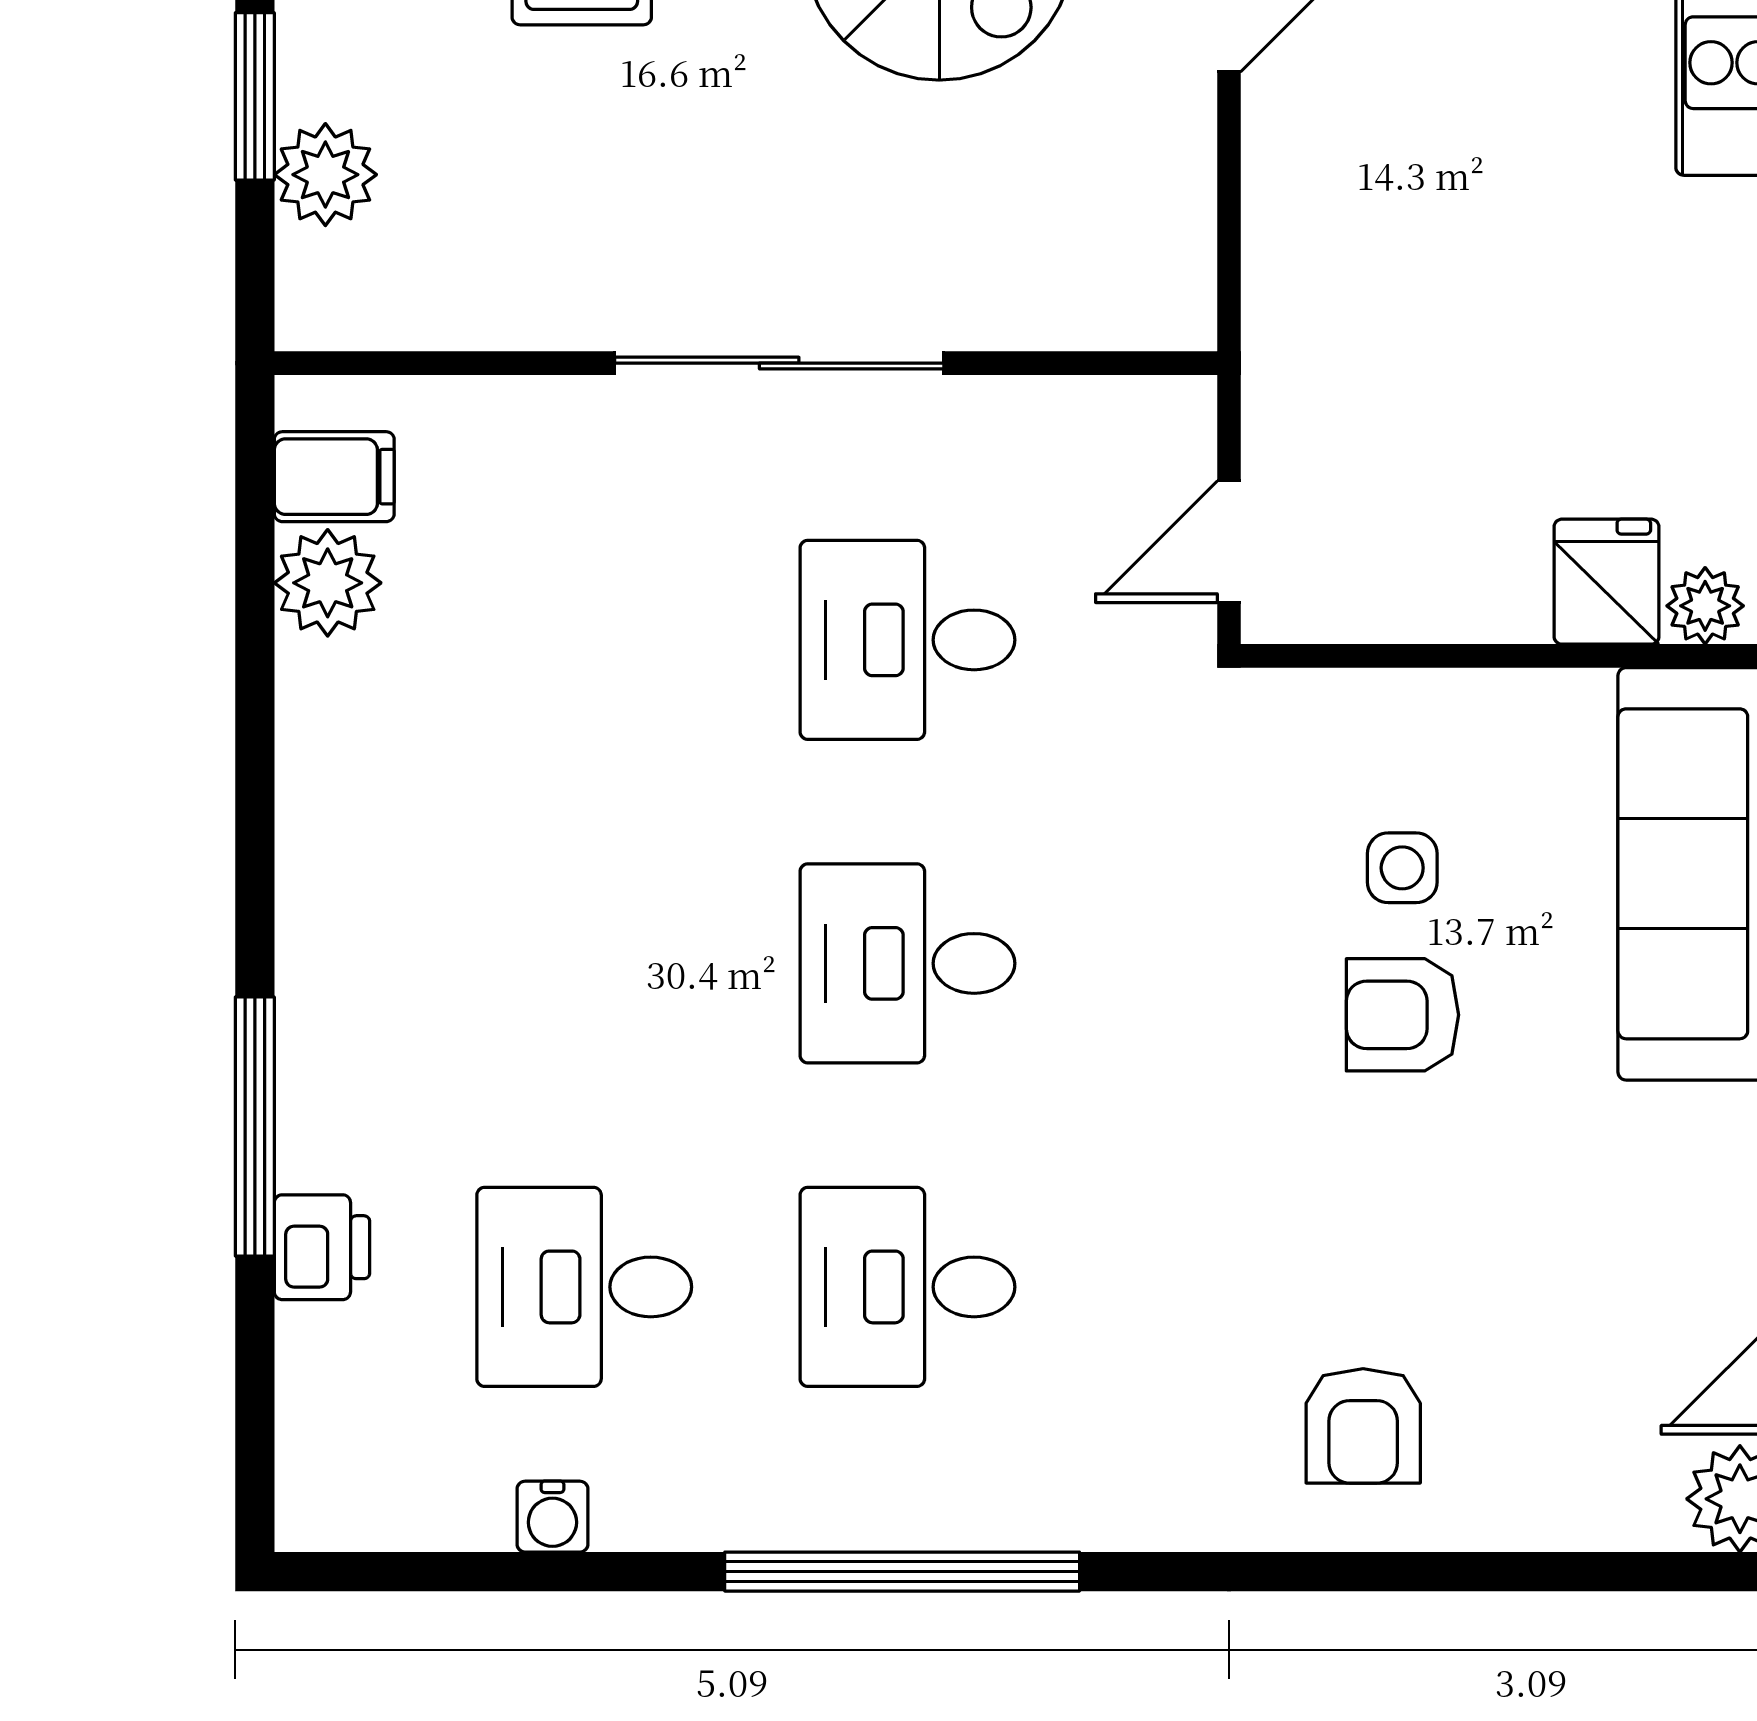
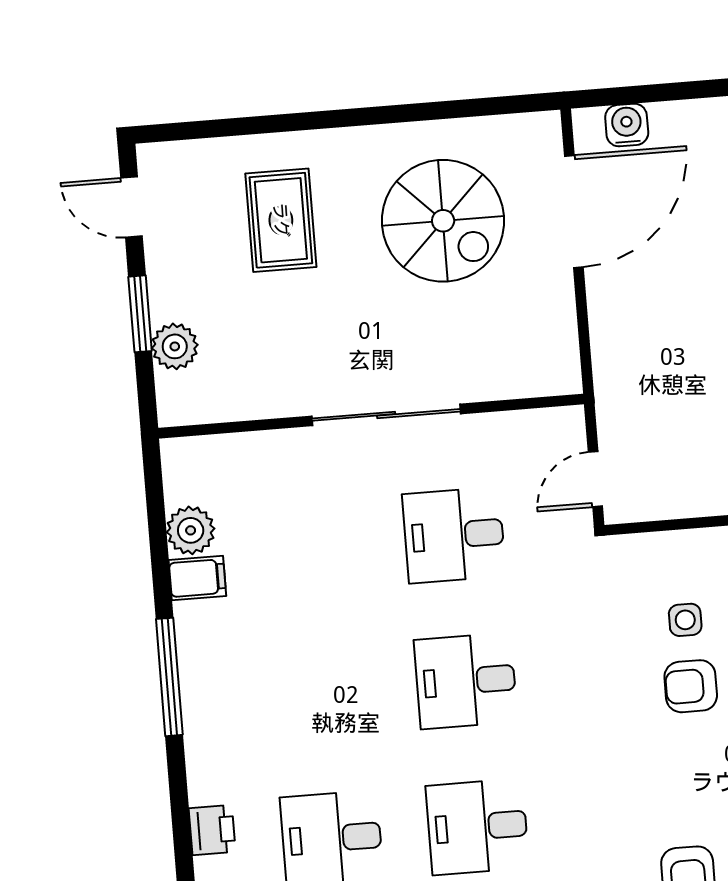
filing cabinet: (334, 477) -> (197, 578), moved
window: (255, 1127) -> (169, 677), moved

